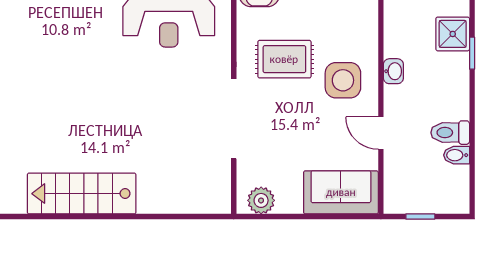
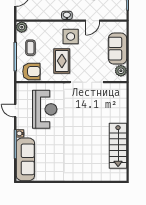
sofa: (341, 192) -> (118, 49), moved

